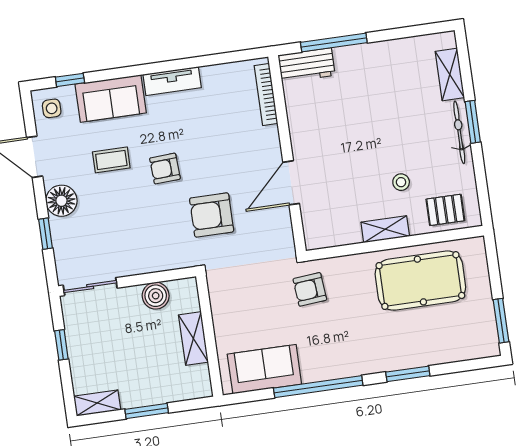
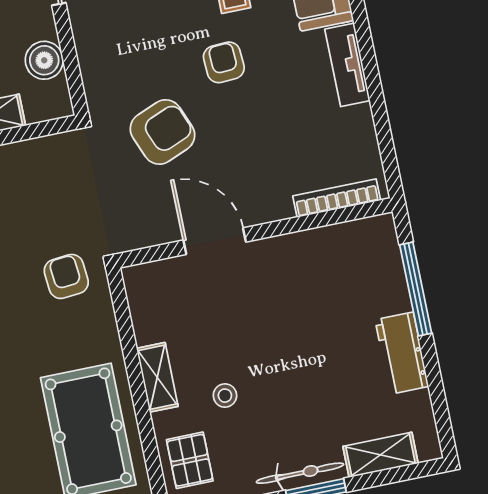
workbench: (307, 65) -> (402, 353), moved
armchair: (212, 215) -> (162, 132), turned 68

